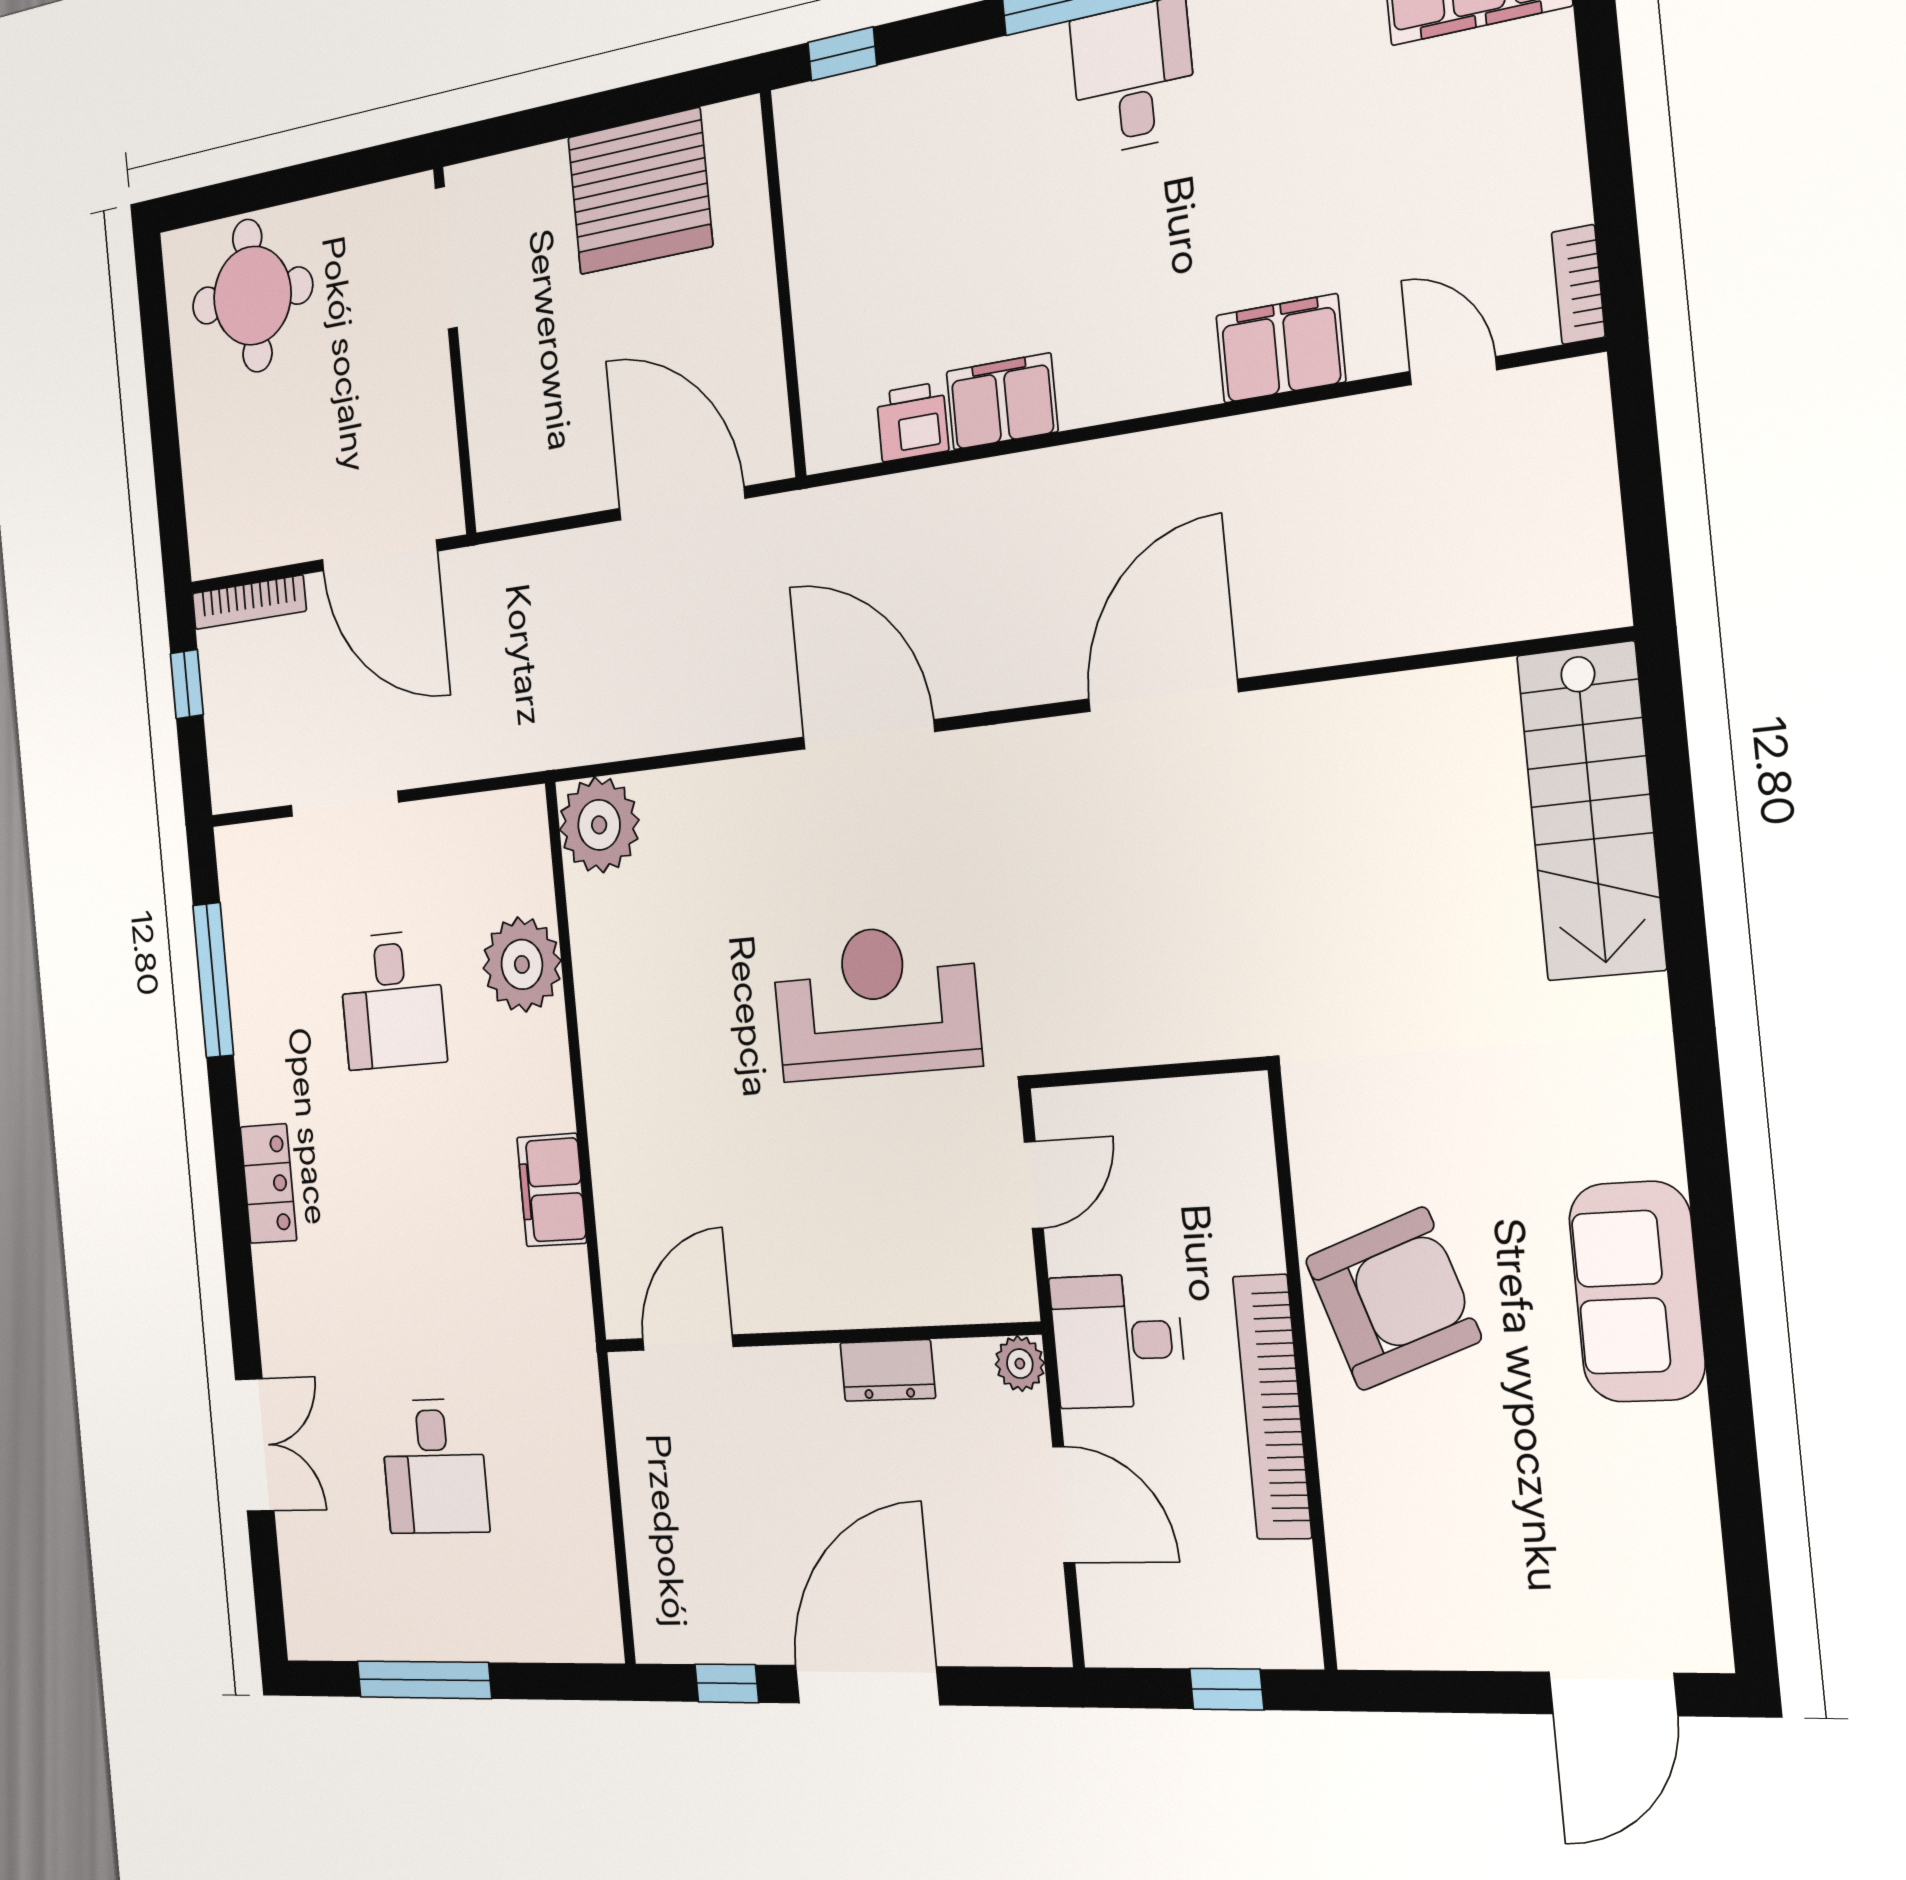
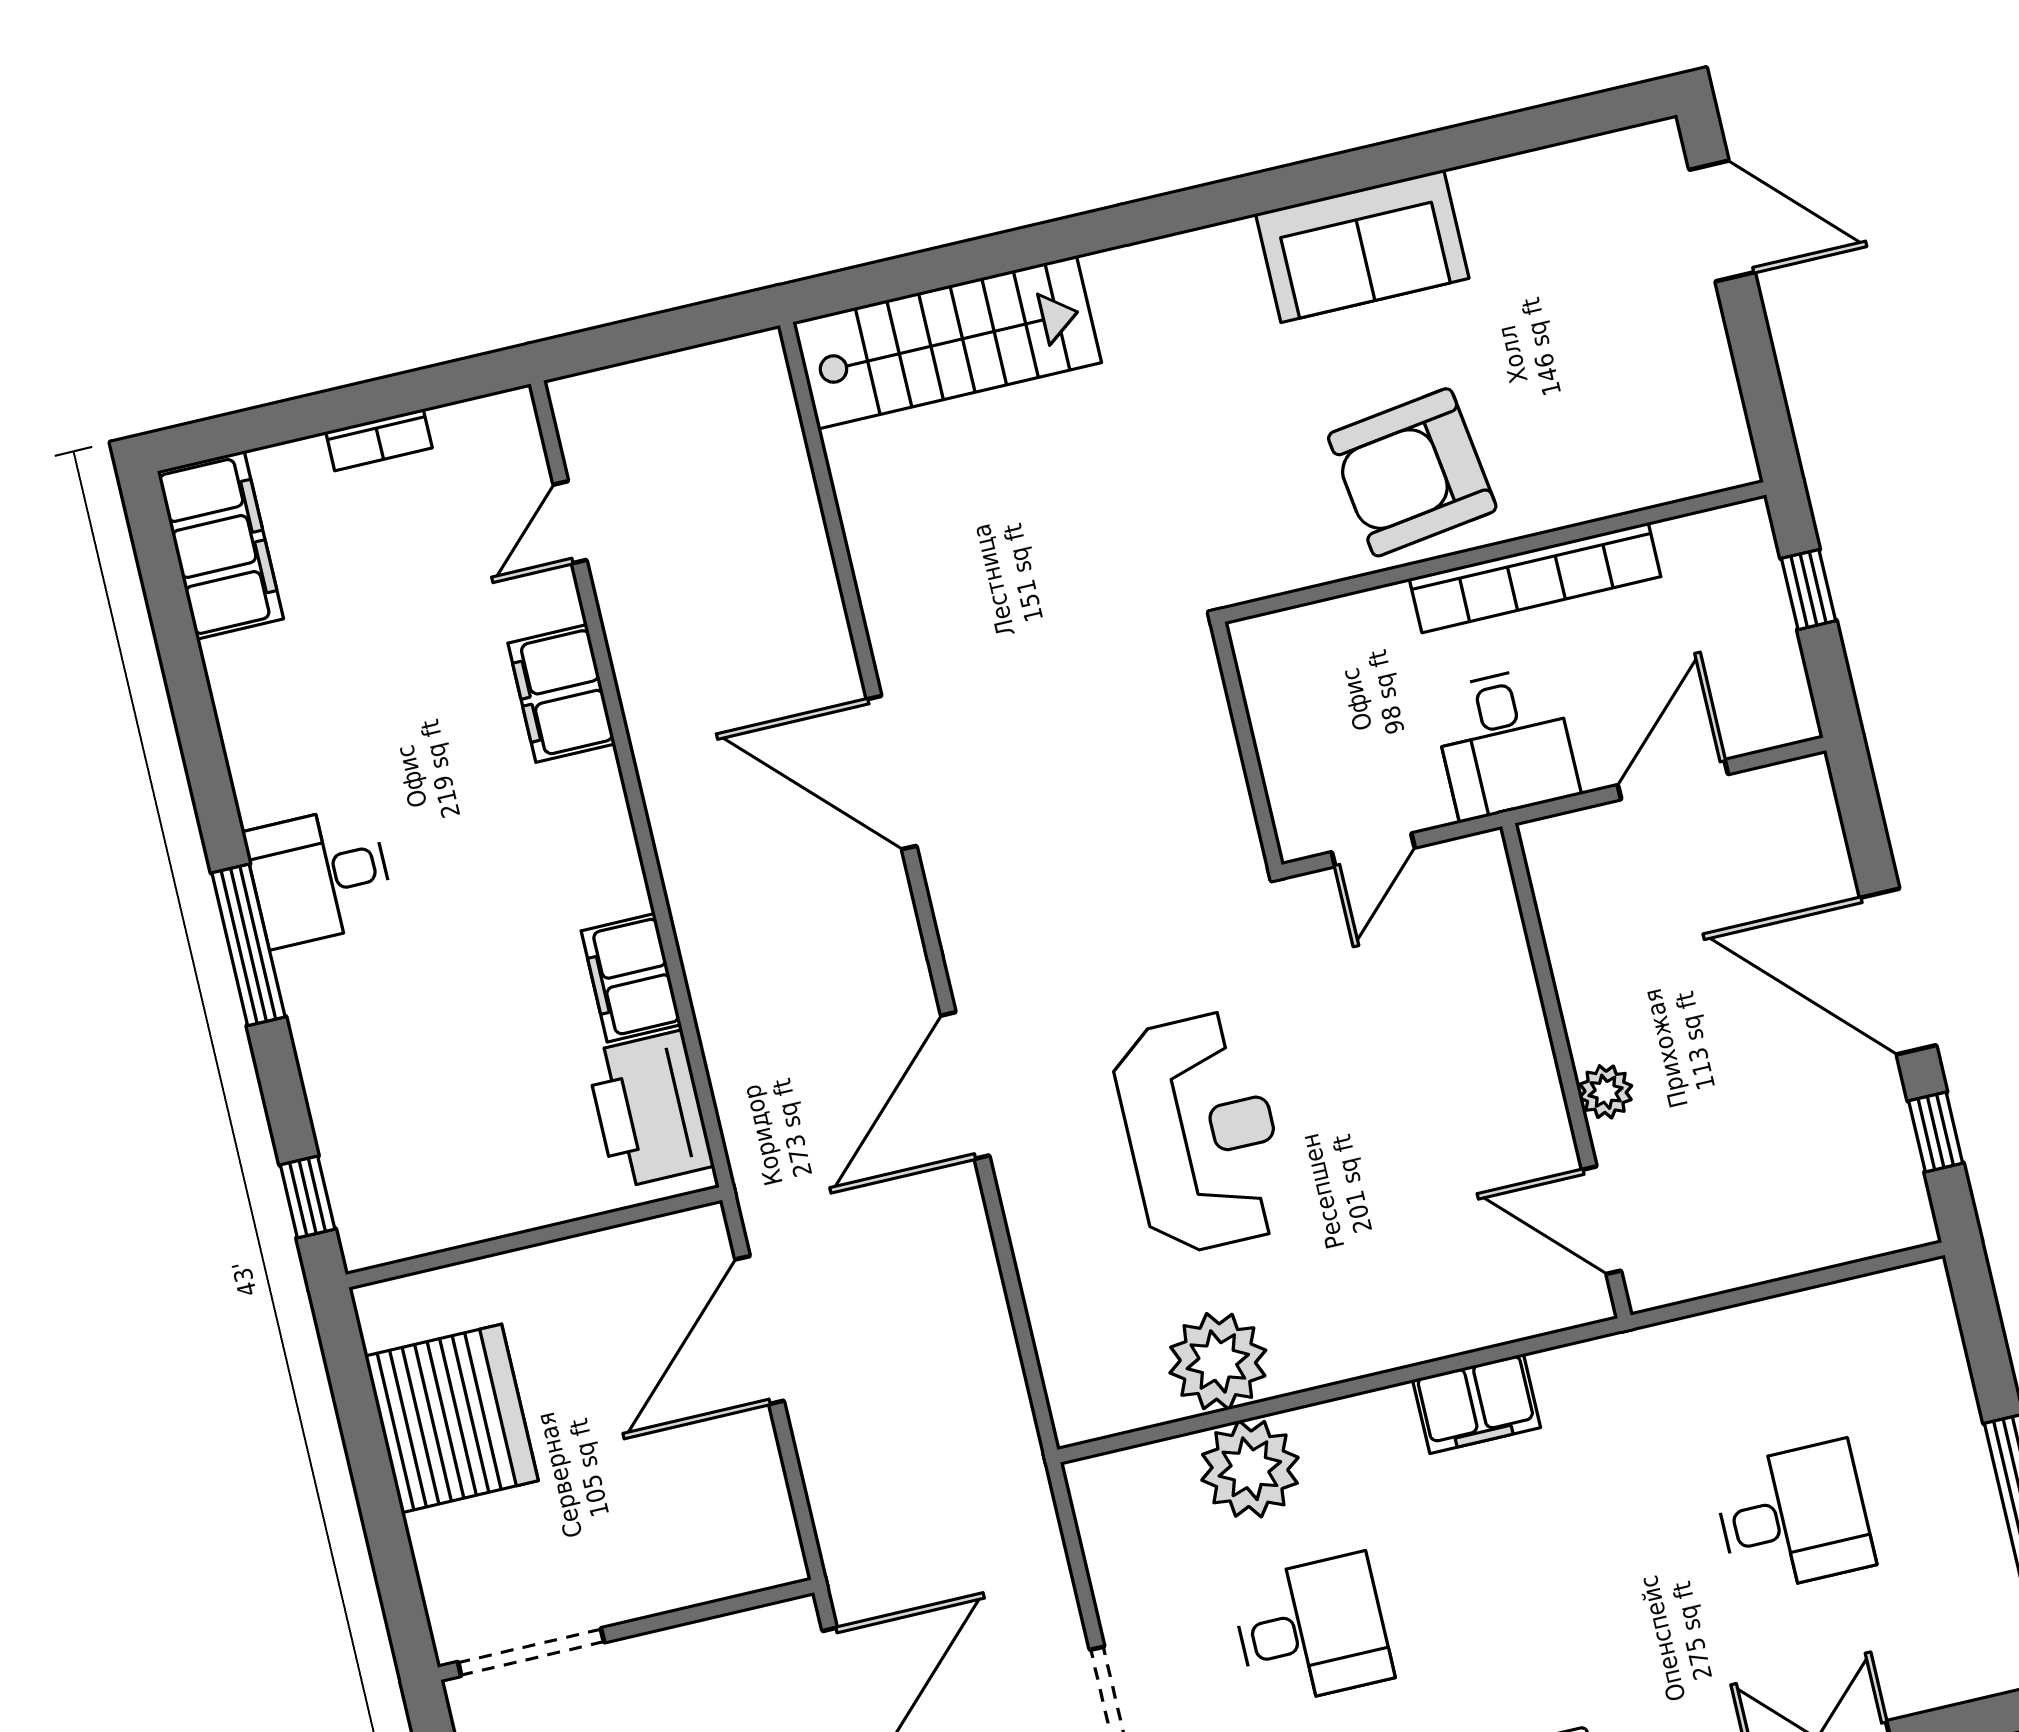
bookcase: (1578, 285) -> (379, 440), moved
printer: (912, 422) -> (649, 1109), width x1.87, depth x1.48
plant: (599, 825) -> (1218, 1361), moved
reception desk: (876, 1002) -> (1201, 1133), moved, turned 180
door: (1034, 1185) -> (1373, 850), swing flipped
armchair: (1393, 1299) -> (1412, 472), turned -79
plant: (1020, 1364) -> (1606, 1092), moved
dresser: (888, 1370) -> (1583, 987), removed

